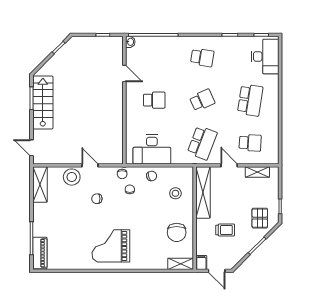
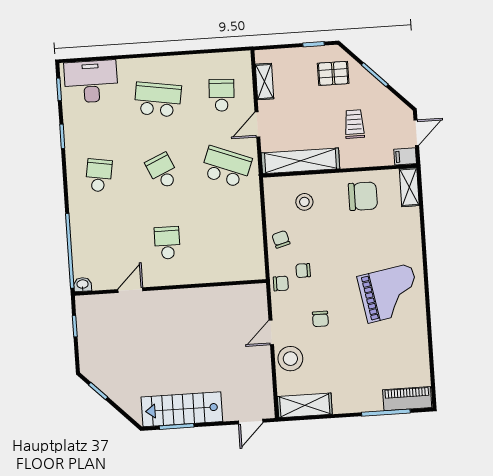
desk: (152, 149) -> (241, 241), removed
grand piano: (111, 246) -> (390, 293), turned -100

